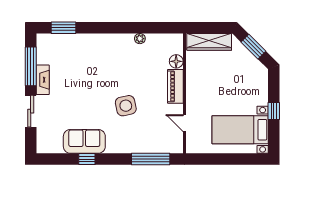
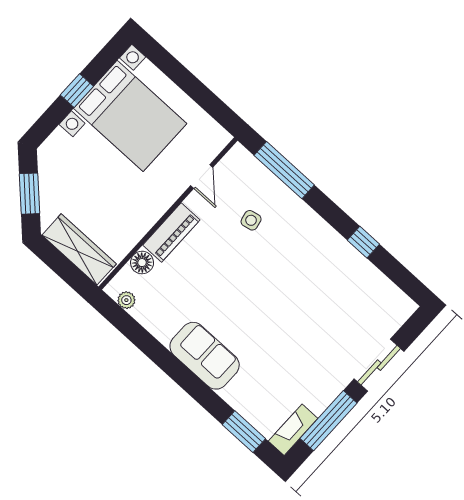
plant: (140, 39) -> (126, 300), moved
fireplace: (43, 80) -> (293, 430), moved
side table: (126, 106) -> (251, 220), moved, width x0.54, depth x0.54
bed with nightstands: (240, 130) -> (130, 116), width x1.36
sofa: (84, 141) -> (205, 356), moved, turned 180

